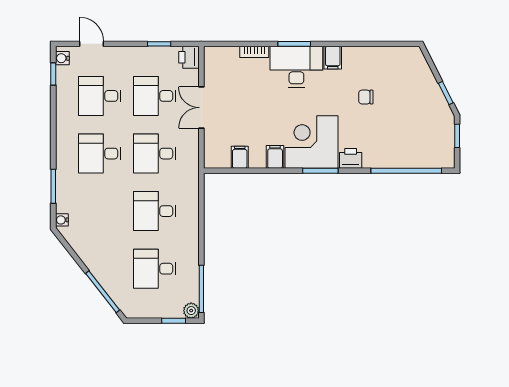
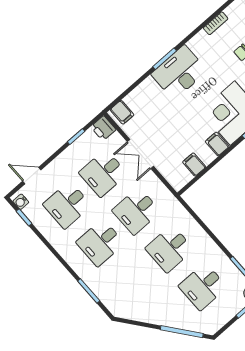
bookcase: (254, 52) -> (216, 23), moved
filing cabinet: (333, 58) -> (122, 112), moved
water cooler: (62, 220) -> (114, 308), removed

